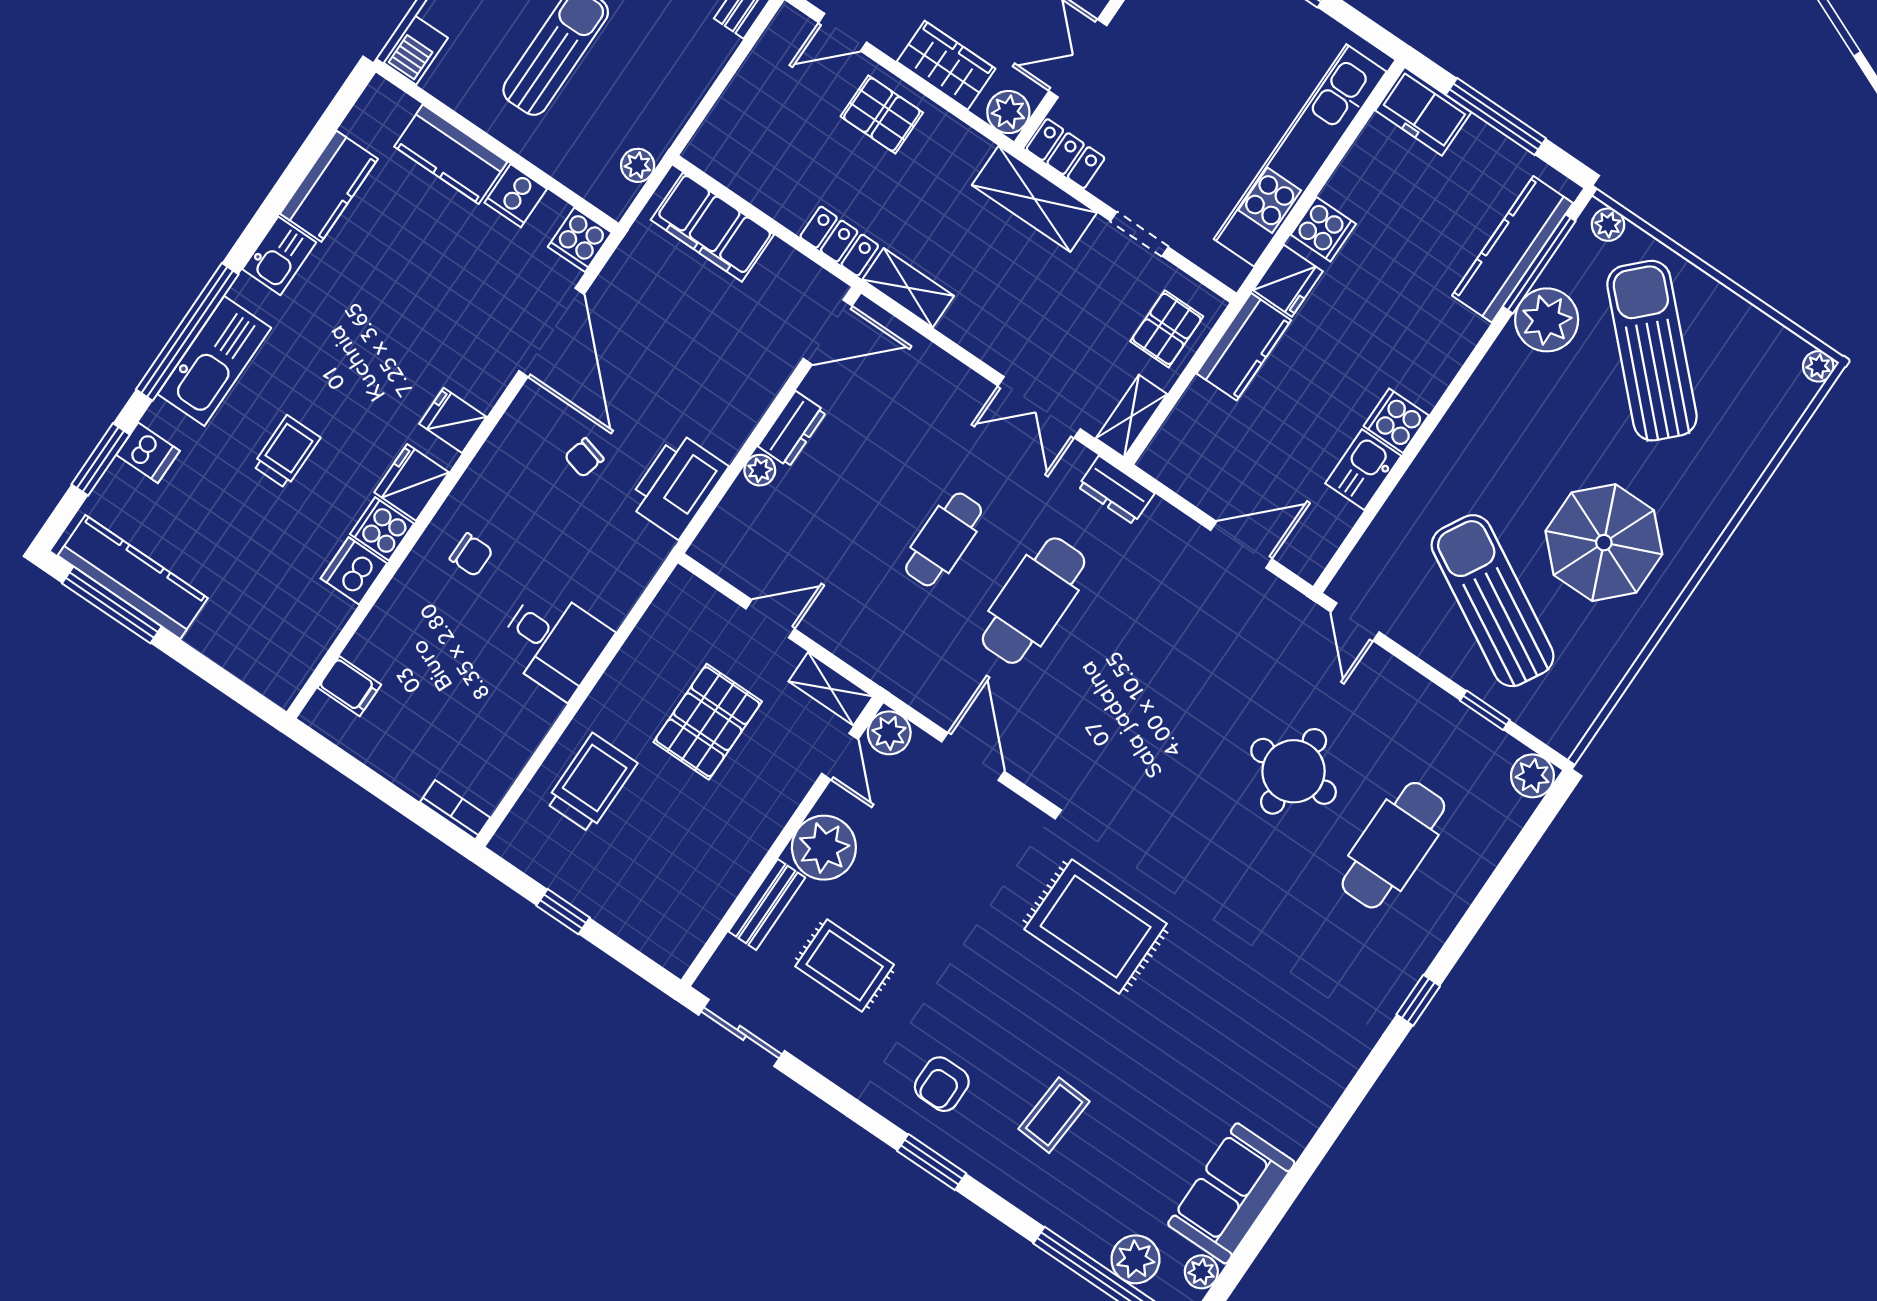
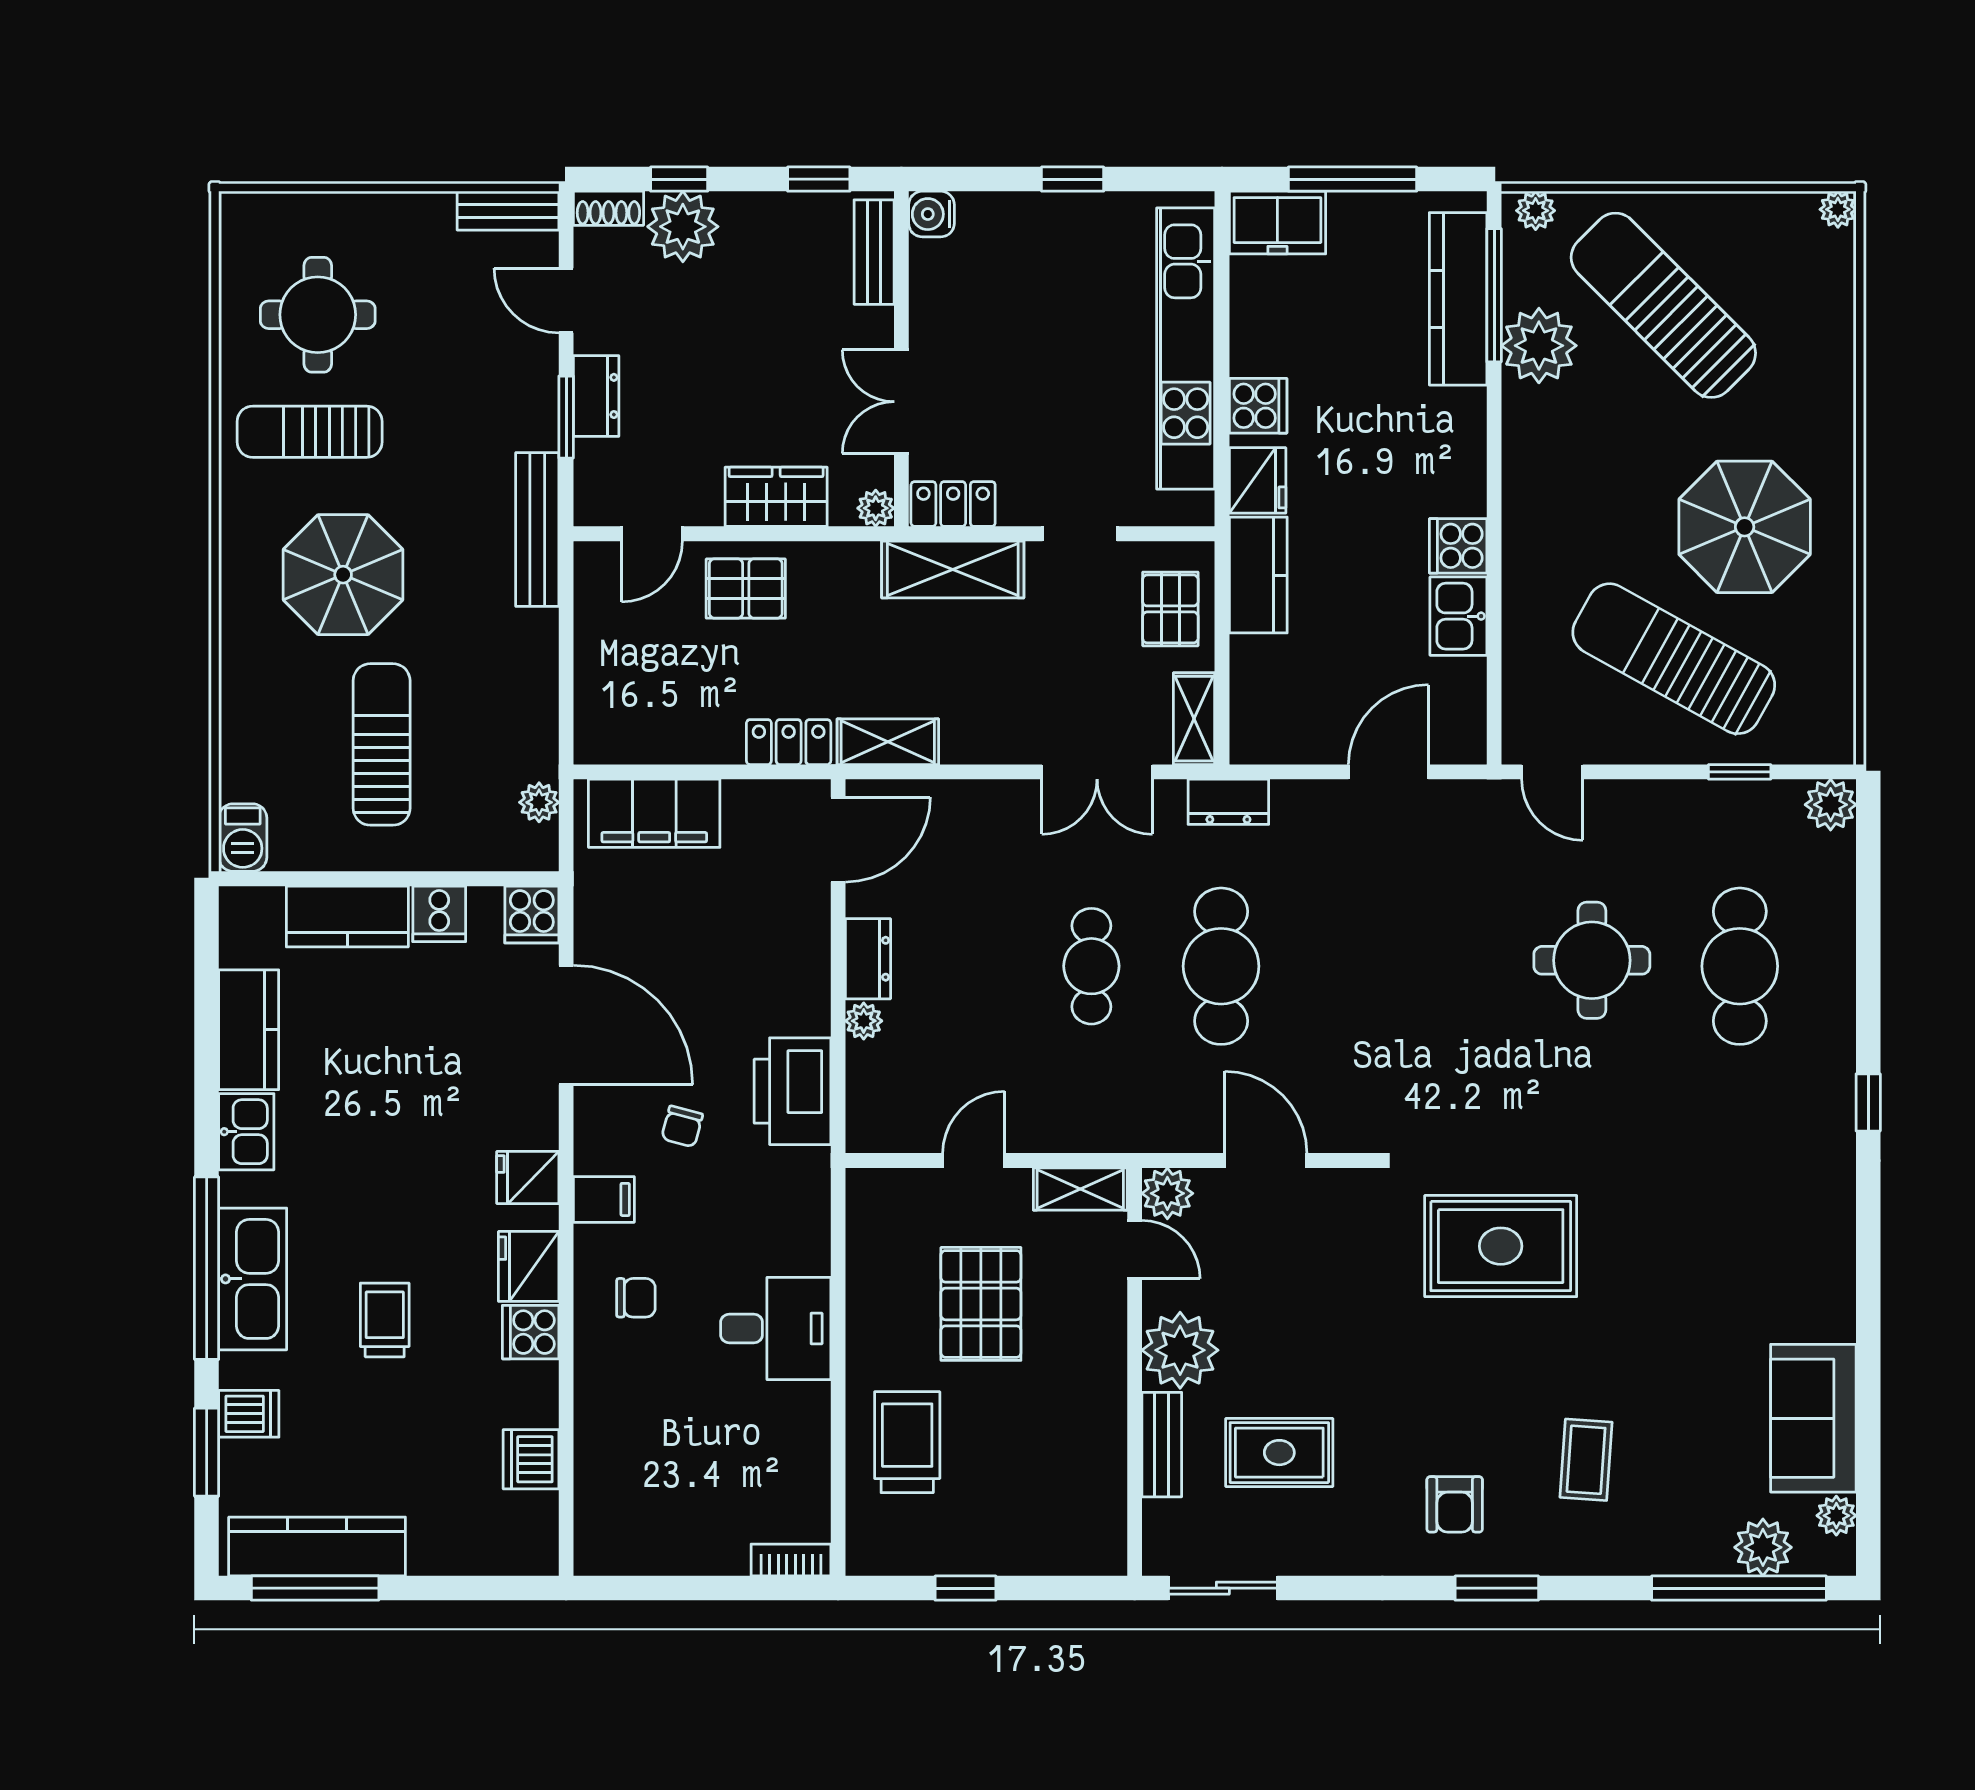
plant: (1008, 112) -> (876, 508), width x0.73, depth x0.73
dishwasher: (354, 571) -> (531, 1459), moved
filing cabinet: (349, 686) -> (604, 1199), moved

